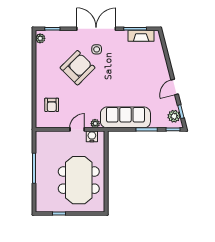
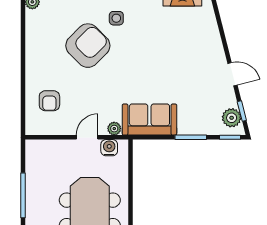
door: (175, 87) -> (232, 74), swing flipped
sofa: (125, 117) -> (149, 120), width x0.73

